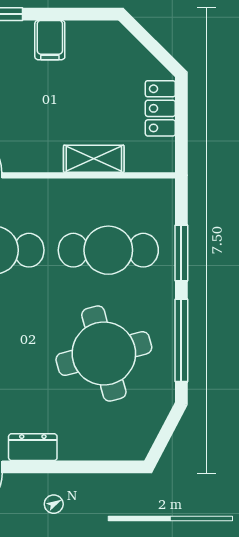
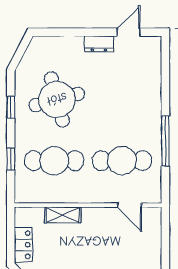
window: (181, 253) -> (11, 159), width x0.67
window: (181, 340) -> (11, 107), width x0.46

